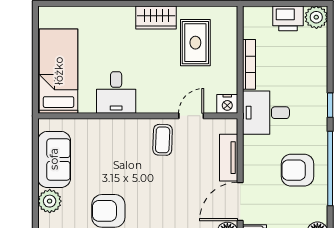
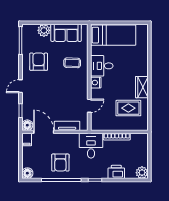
printer: (288, 18) -> (116, 172), moved, turned 90
nightstand: (227, 104) -> (96, 83), moved
door: (191, 116) -> (89, 106), hinge flipped
coffee table: (163, 140) -> (72, 63), moved
armchair: (298, 170) -> (60, 163), turned 180

